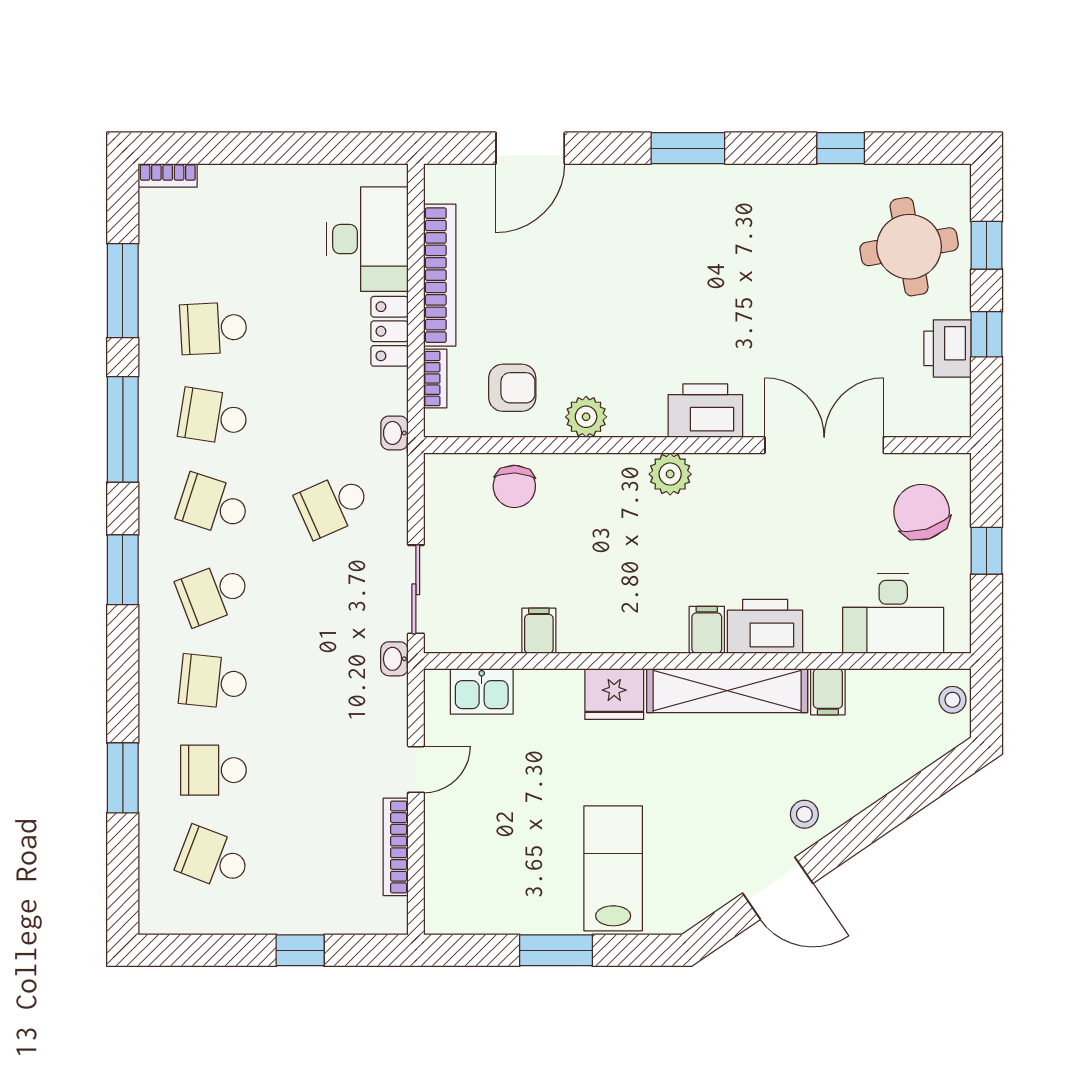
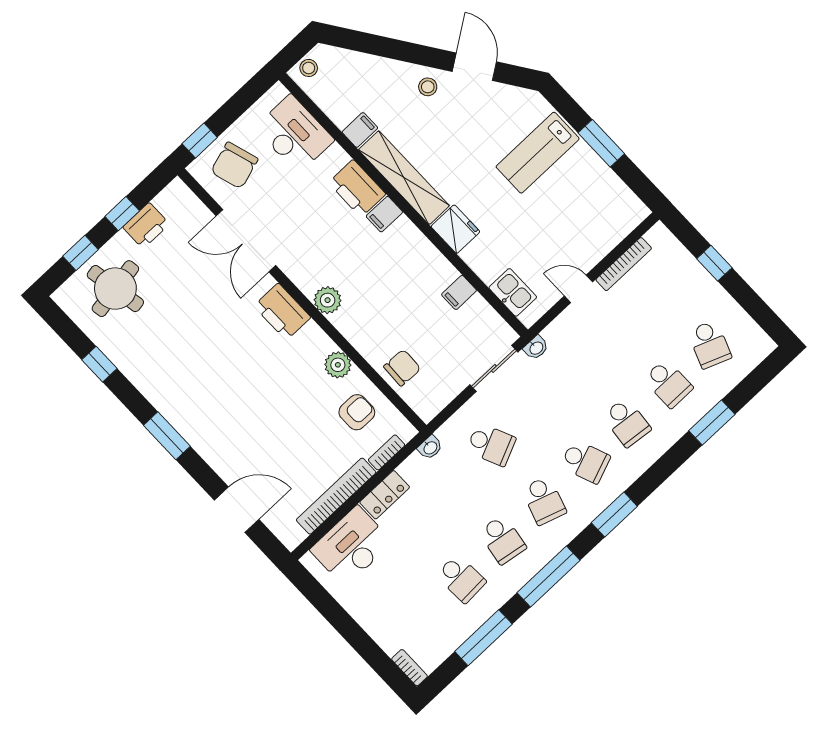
armchair: (512, 388) -> (357, 412), turned 90
window: (987, 551) -> (200, 141), moved

